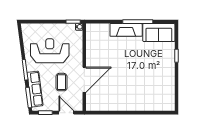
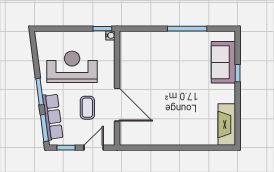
fireplace: (126, 30) -> (227, 124), moved, turned 90
sofa: (159, 33) -> (223, 62), moved, turned 90
door: (84, 80) -> (117, 105), hinge flipped
door: (66, 113) -> (94, 148), hinge flipped

